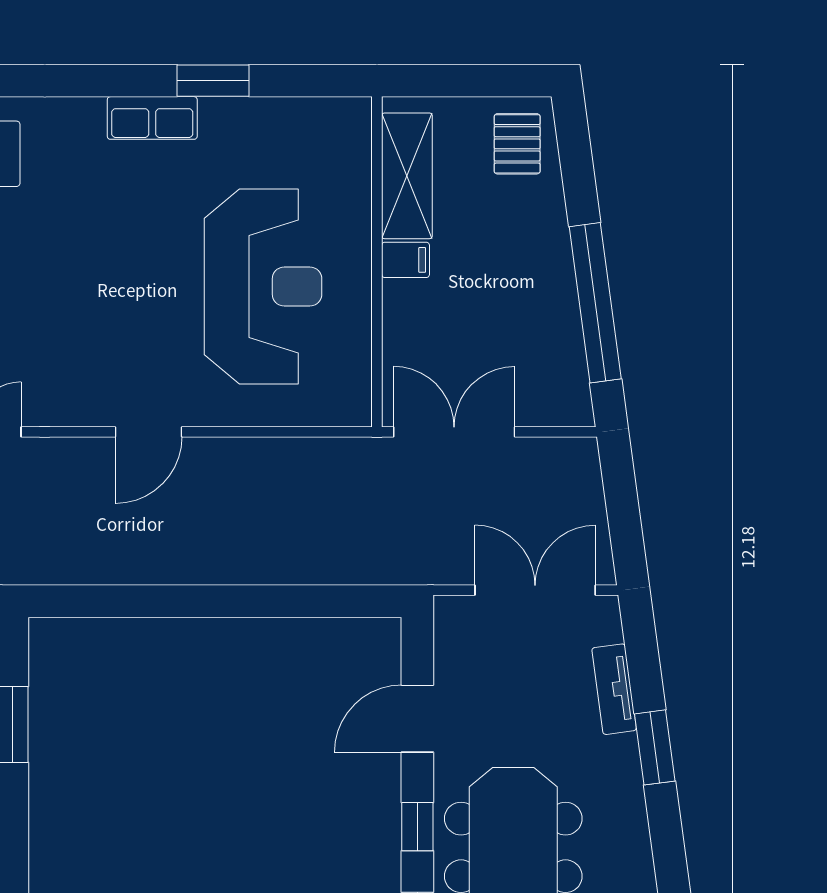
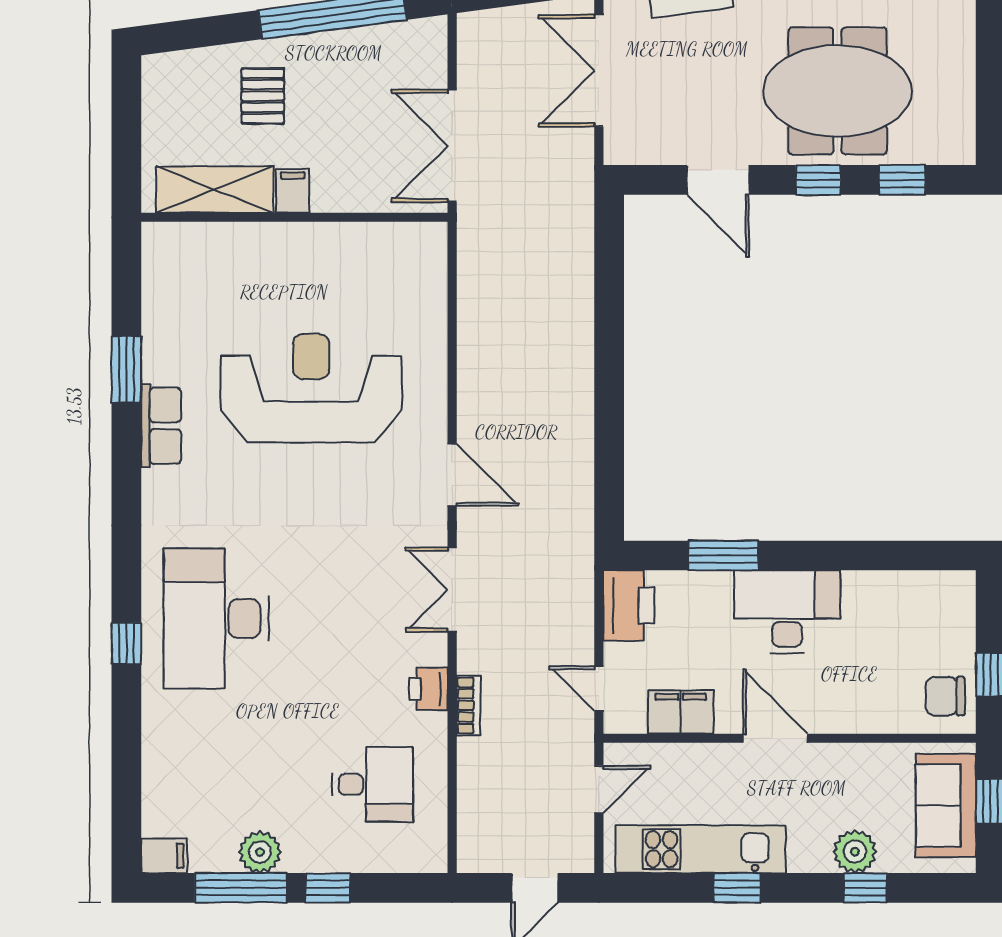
pallet: (517, 144) -> (263, 96), moved, turned 90
reception desk: (263, 287) -> (311, 388), moved
door: (149, 432) -> (452, 475), moved

